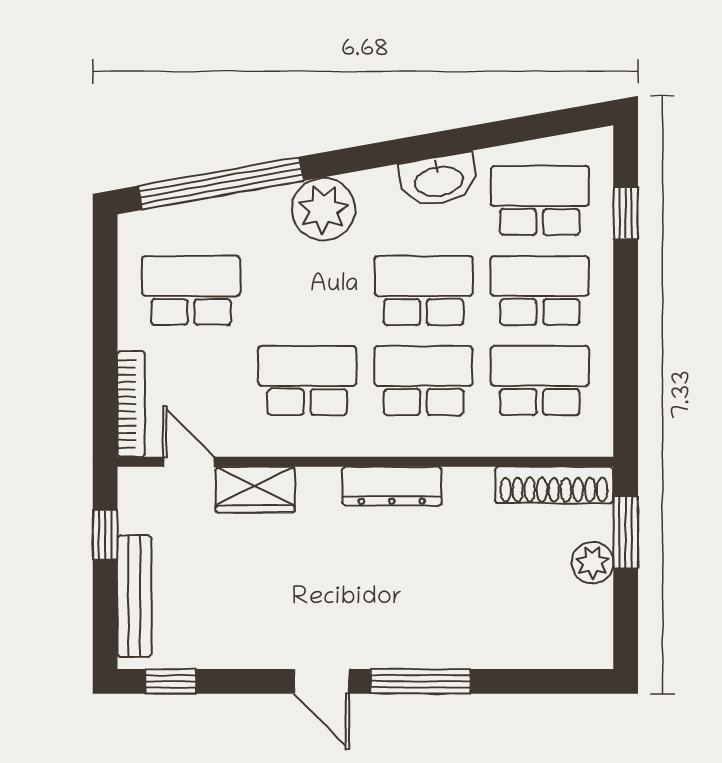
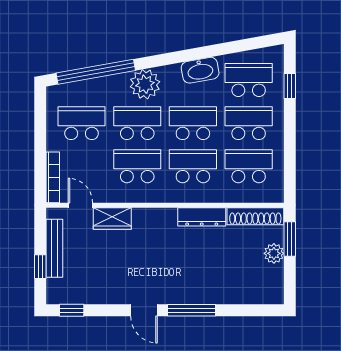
school desk: (307, 291) -> (137, 123), added
dresser: (392, 486) -> (202, 217), moved
window: (105, 535) -> (40, 267), moved
bench: (134, 596) -> (54, 248), moved

